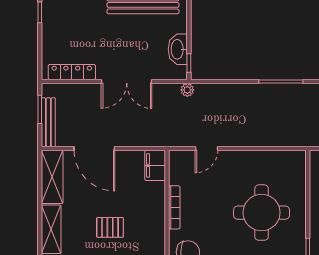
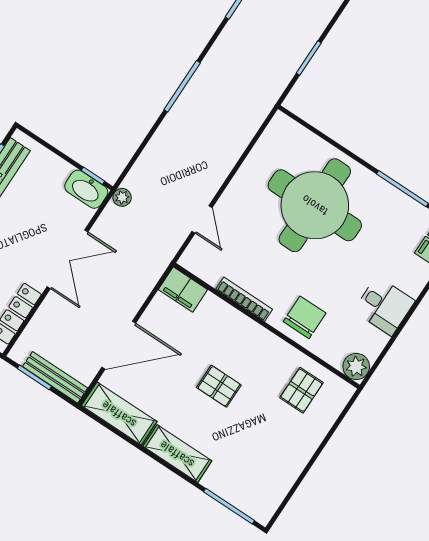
washbasin: (178, 49) -> (86, 189), moved
round table: (262, 213) -> (315, 205), width x1.36, depth x1.36
pallet: (110, 227) -> (219, 386), turned 90

